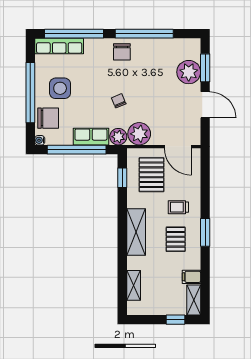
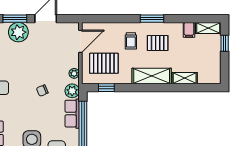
plant: (139, 134) -> (74, 73), width x0.53, depth x0.53
shelving: (134, 285) -> (185, 78), moved

